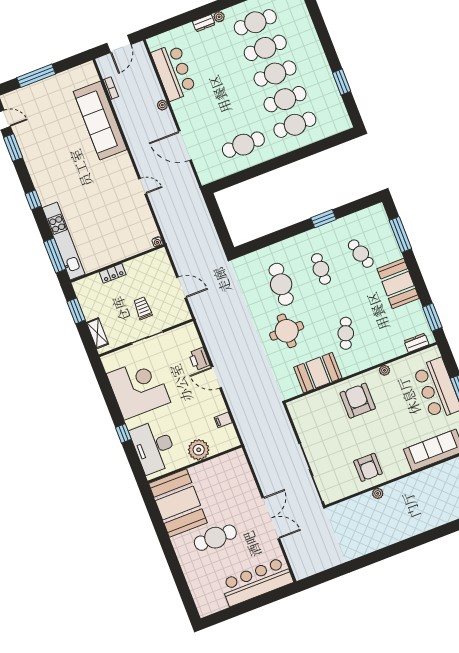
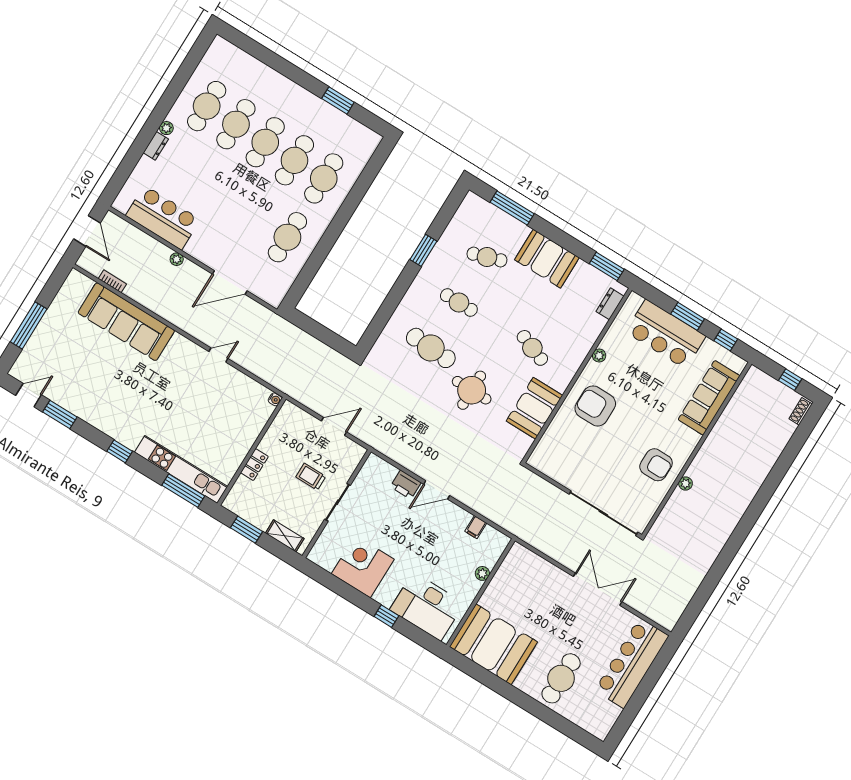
corner desk: (138, 388) -> (363, 566), width x0.74, depth x0.74
plant: (199, 450) -> (482, 573), width x0.53, depth x0.53
cafe table: (215, 538) -> (561, 678), moved

